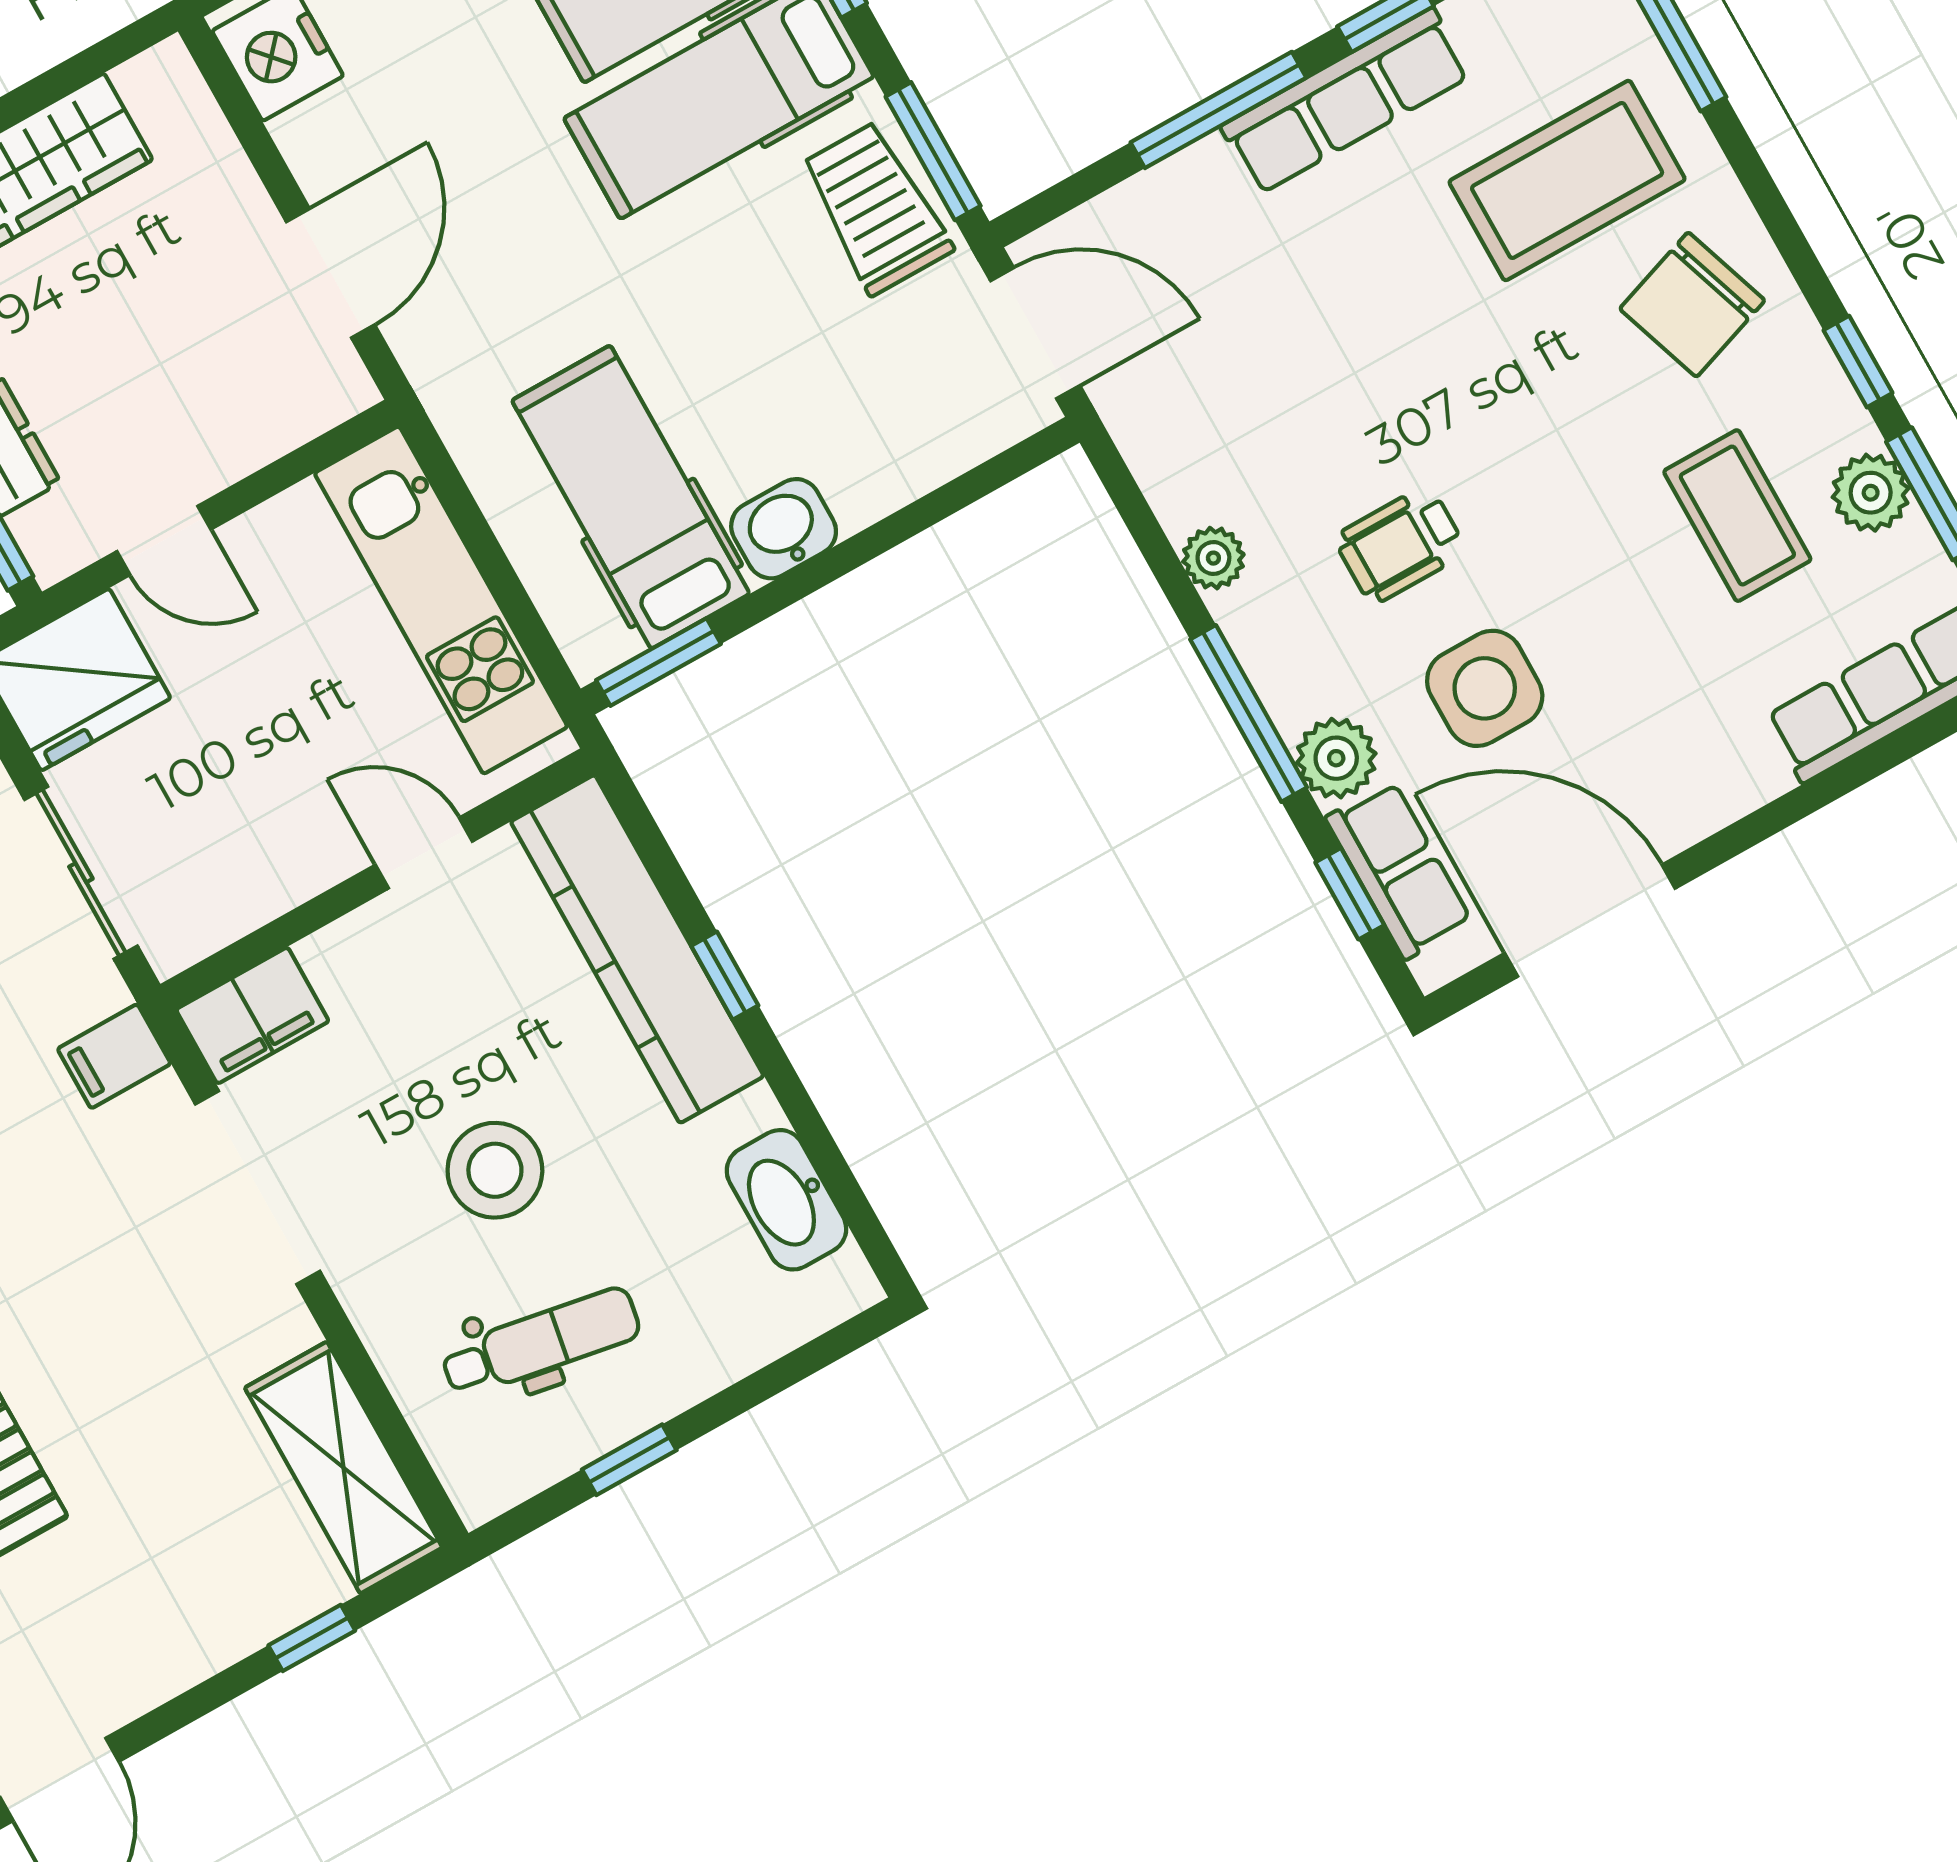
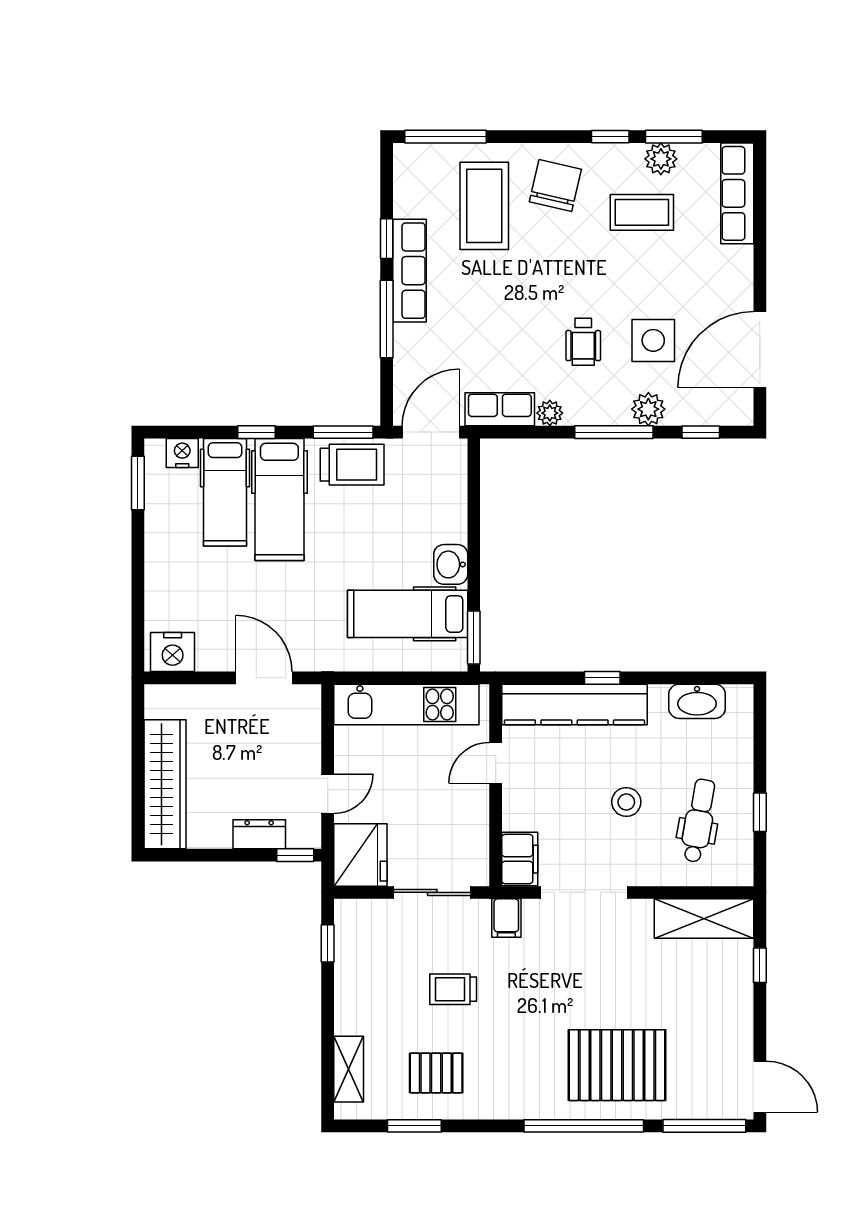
trolley: (876, 208) -> (352, 465), turned 180
chair: (1692, 305) -> (555, 186), turned -148
row of seats: (1399, 870) -> (500, 409), moved
stool: (495, 1170) -> (626, 802), width x0.73, depth x0.73

